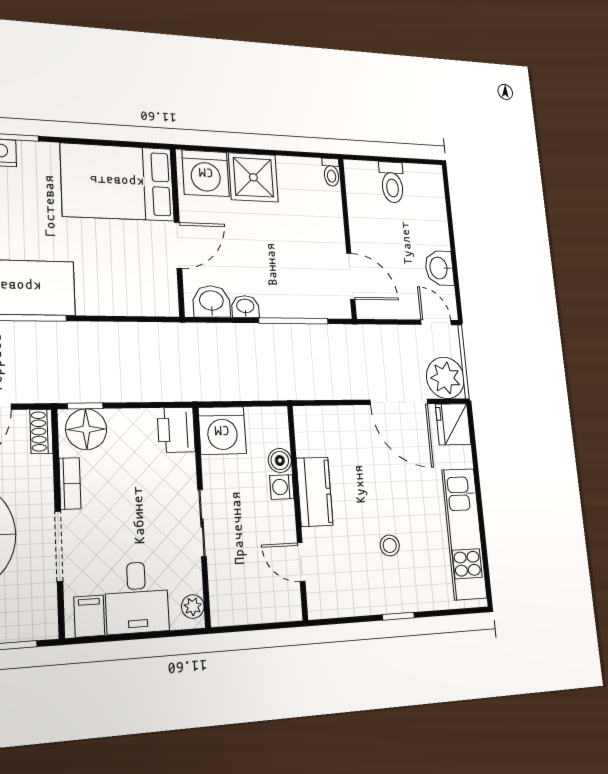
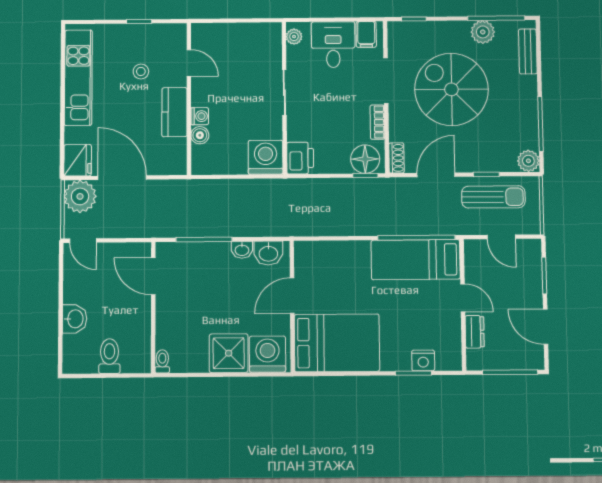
washbasin: (439, 268) -> (75, 319), moved
boiler: (280, 460) -> (200, 135), moved
washing machine: (282, 487) -> (200, 116), moved
kitchen counter: (315, 492) -> (174, 112), moved
wall: (297, 511) -> (189, 99), moved
door: (301, 562) -> (189, 63), moved

